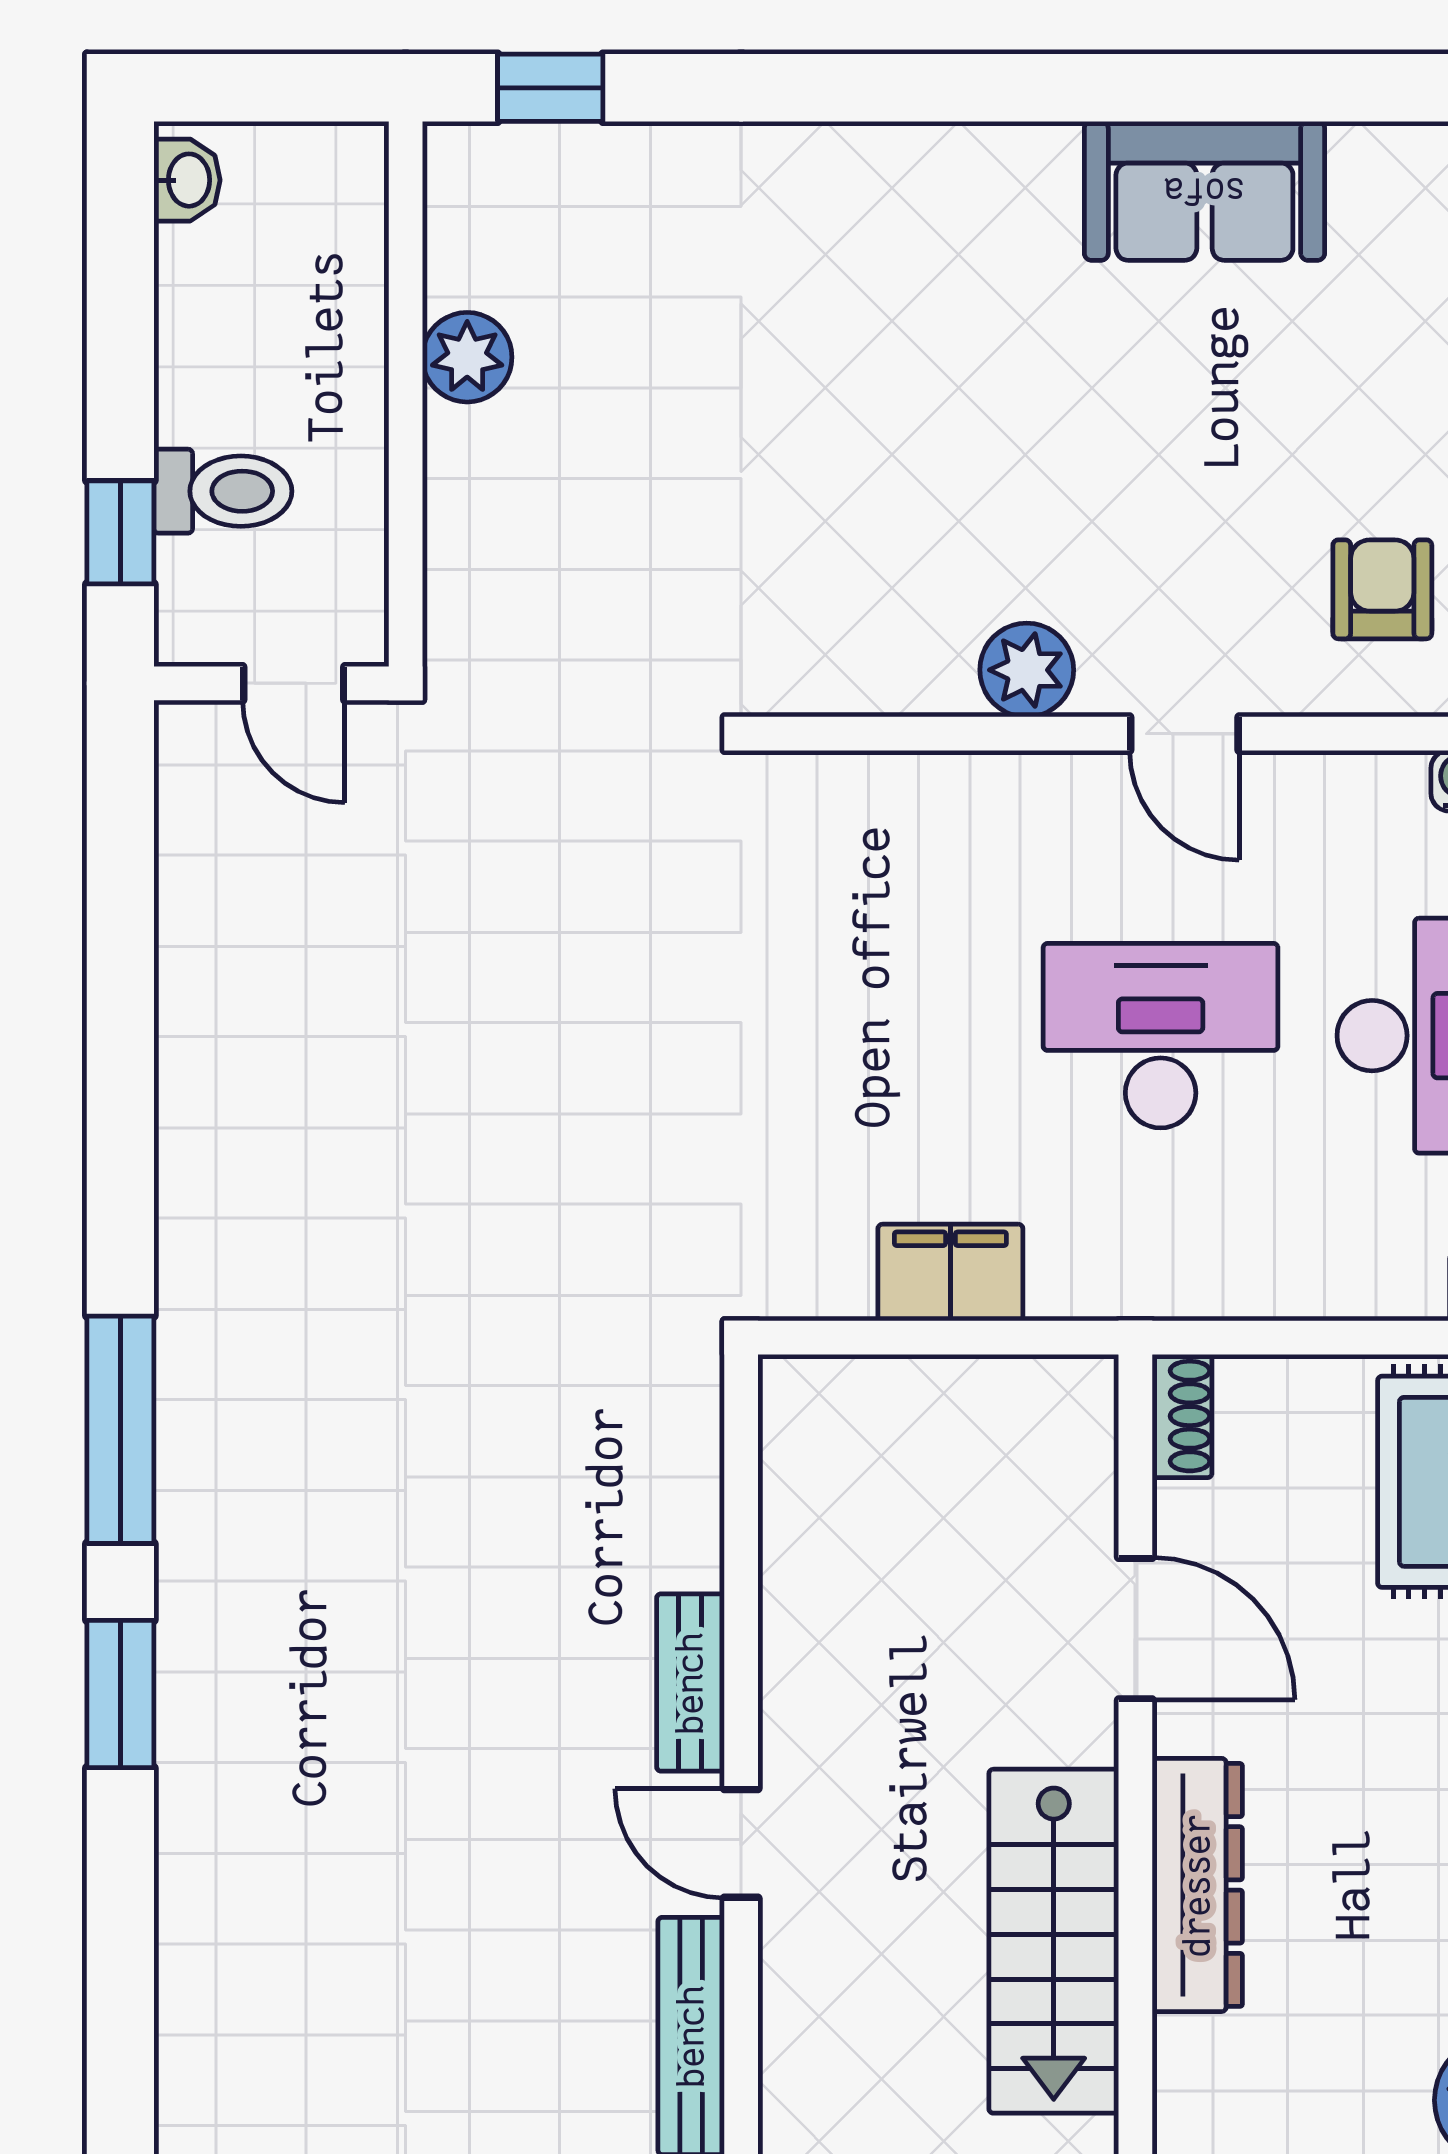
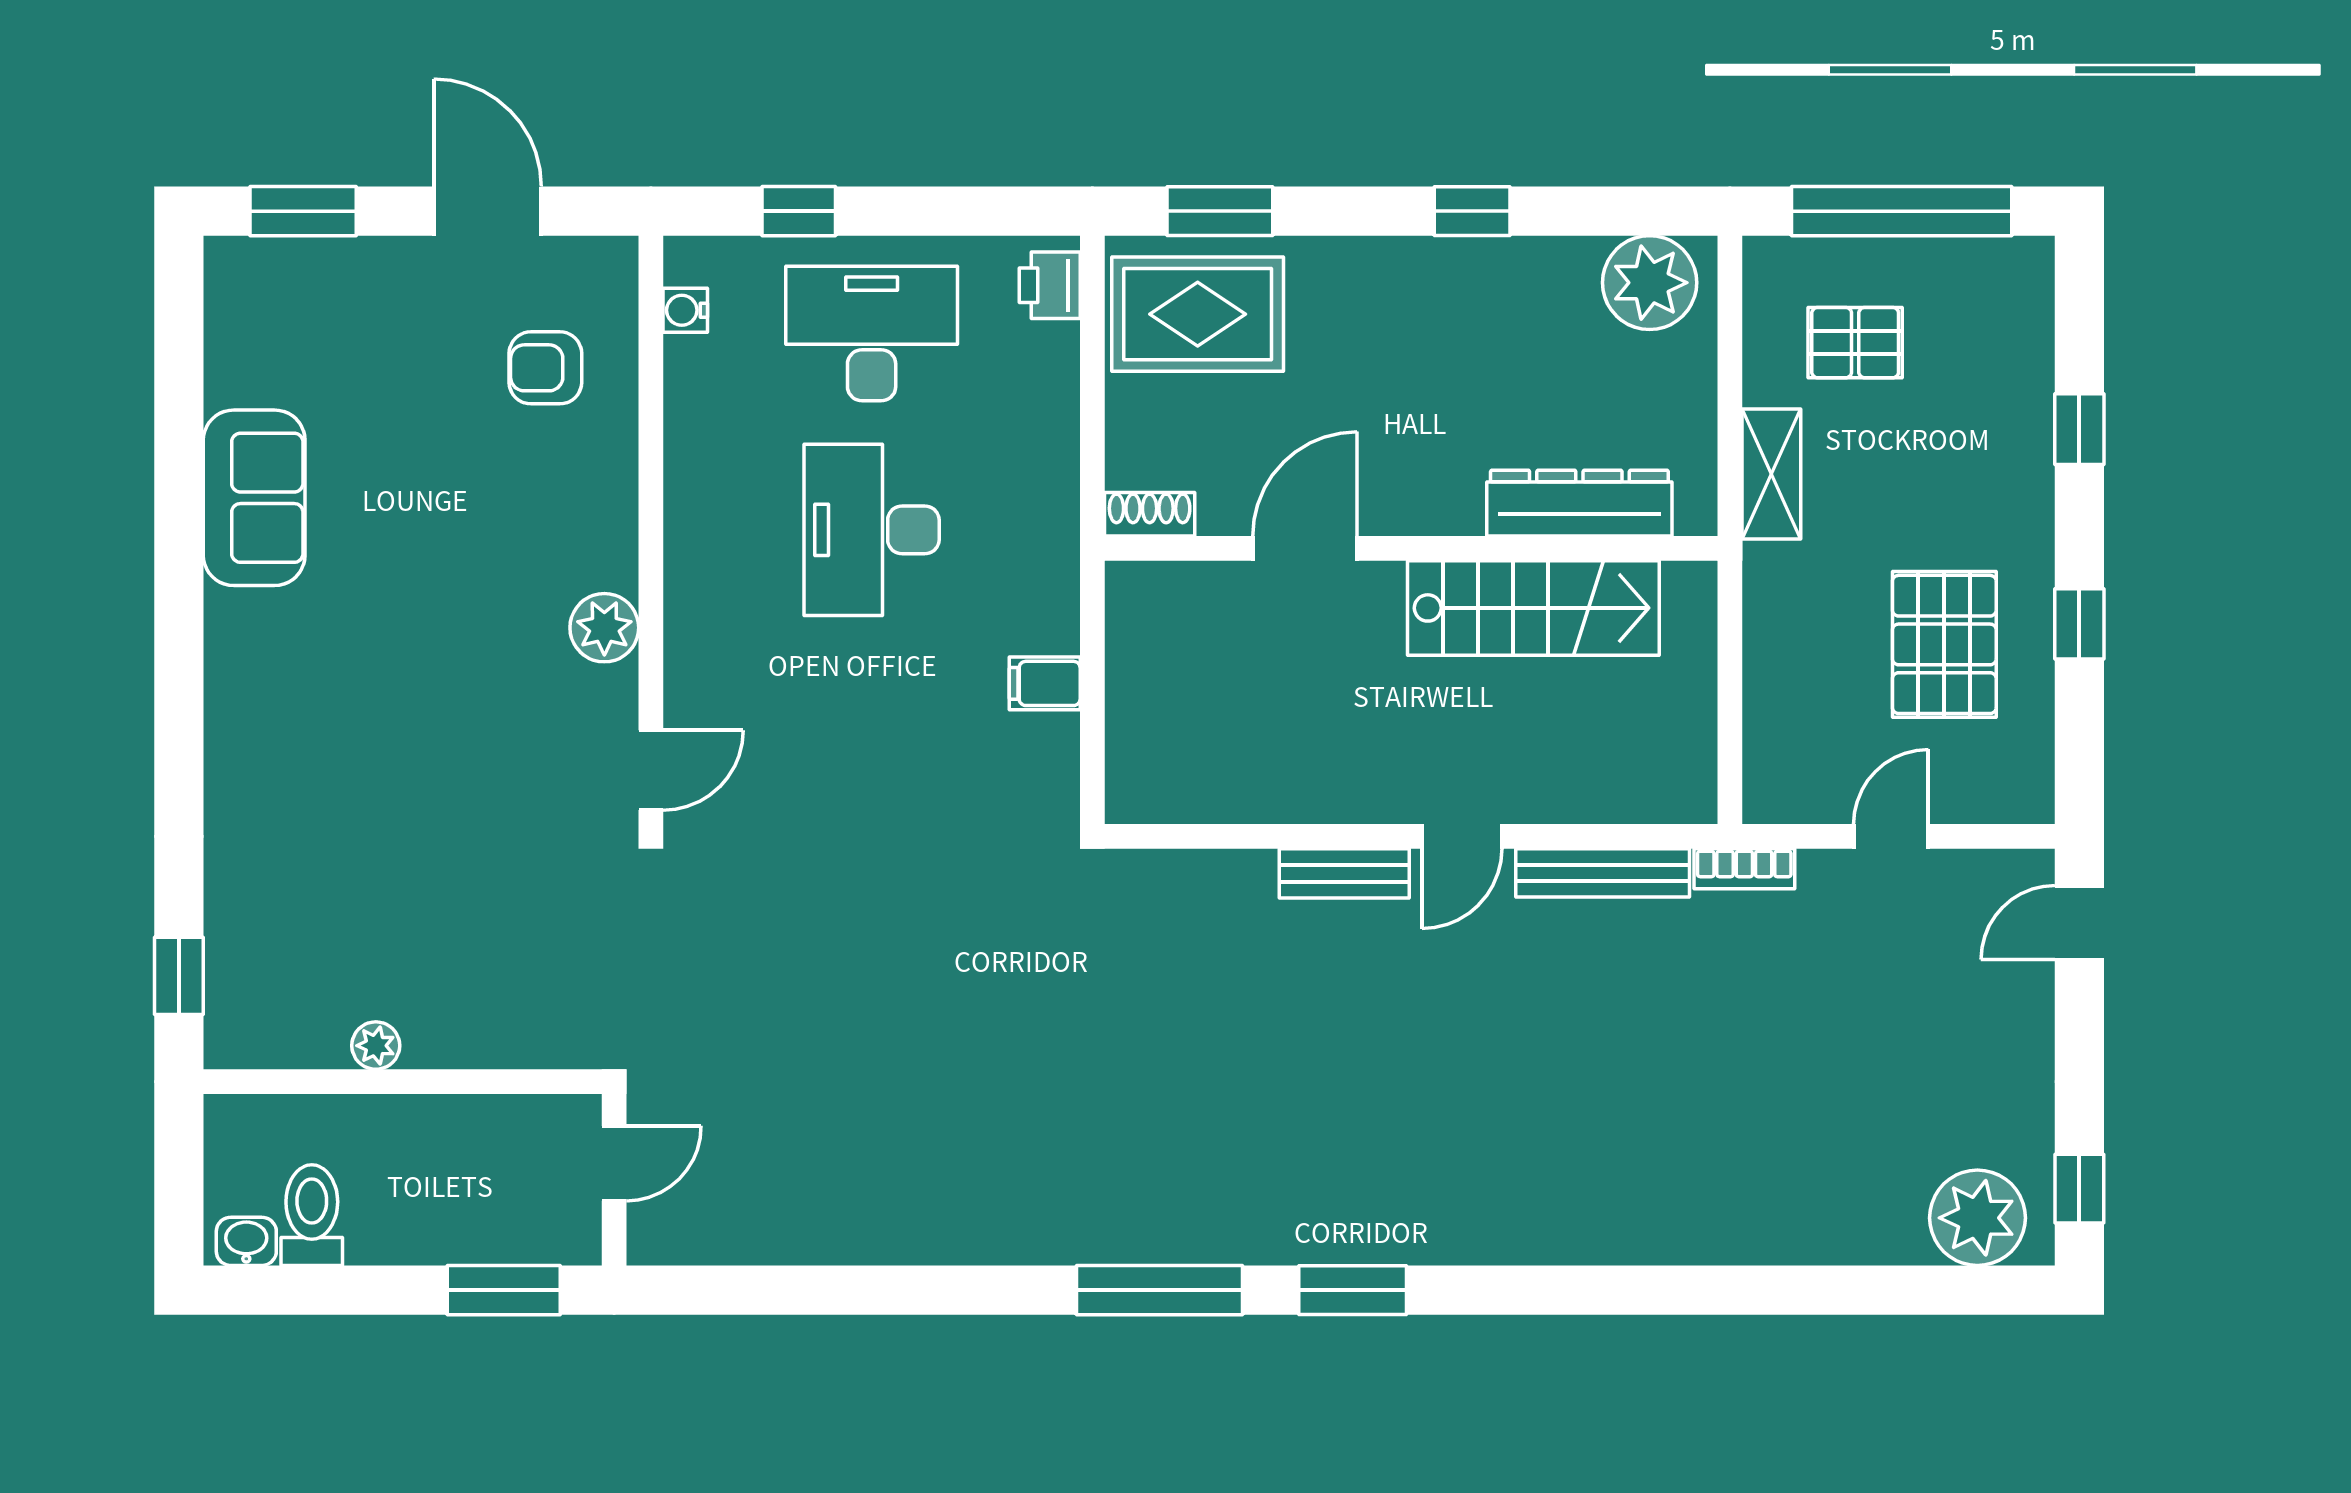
plant: (467, 357) -> (376, 1046), width x0.73, depth x0.73
toilet: (223, 491) -> (312, 1215), moved
window: (120, 532) -> (504, 1290), width x1.50
door: (1184, 734) -> (651, 770), moved
filing cabinet: (950, 1273) -> (1045, 683), width x0.50
dresser: (1197, 1885) -> (1579, 503), moved

